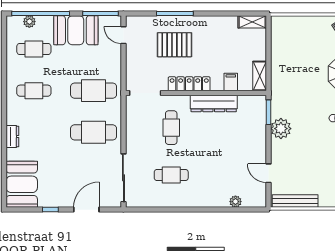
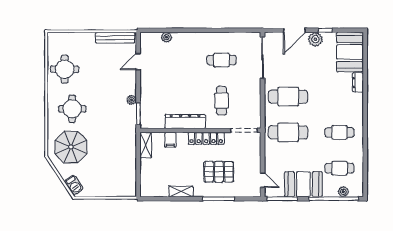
shelving: (252, 22) -> (181, 191), moved
plant: (281, 129) -> (132, 100), width x0.53, depth x0.53
dresser: (12, 136) -> (358, 83), moved
door: (268, 173) -> (138, 62), swing flipped
plant: (62, 199) -> (315, 39), added

